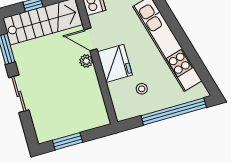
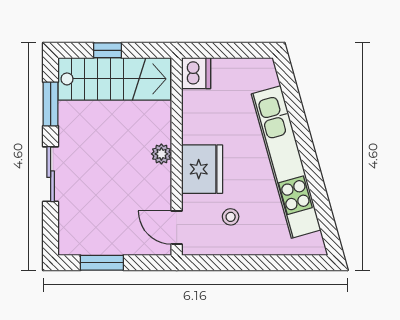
door: (91, 39) -> (177, 228), moved
window: (174, 111) -> (268, 263), removed

